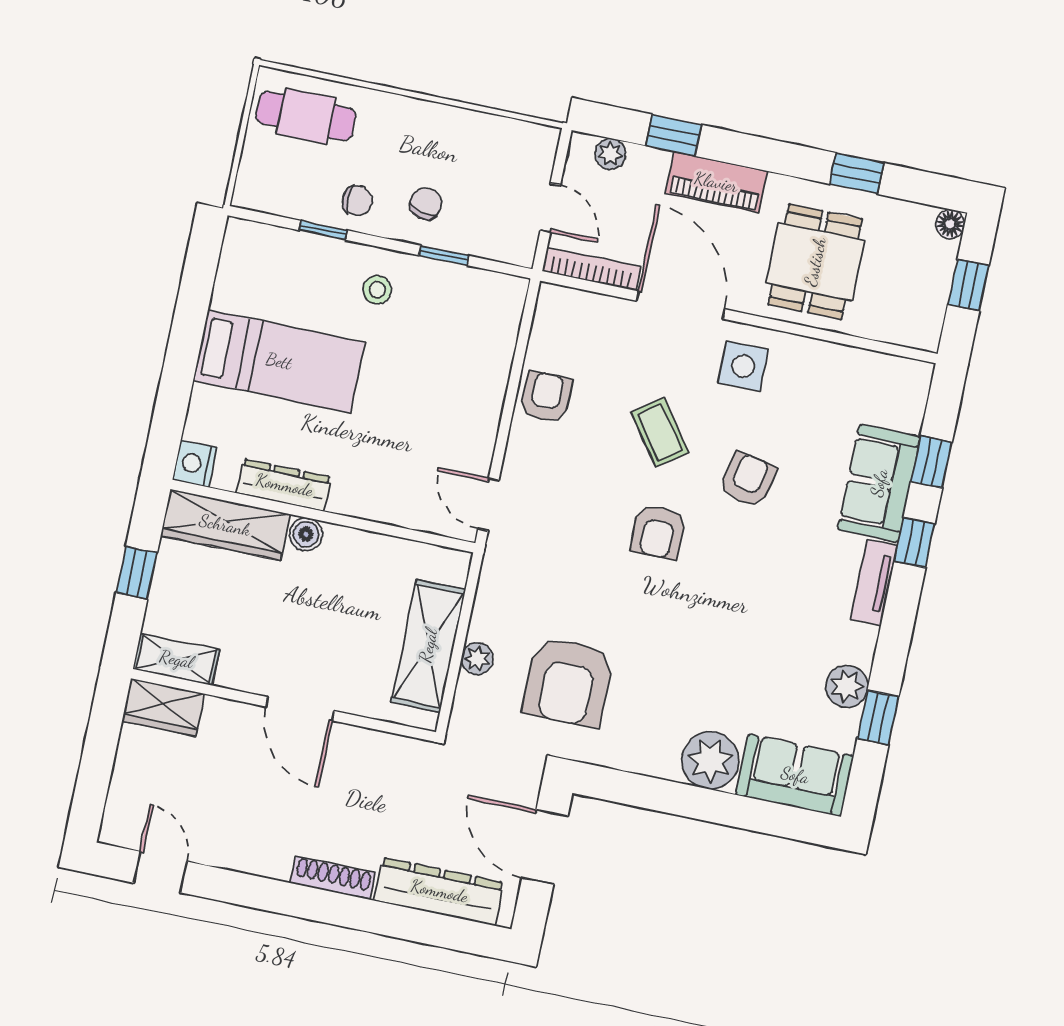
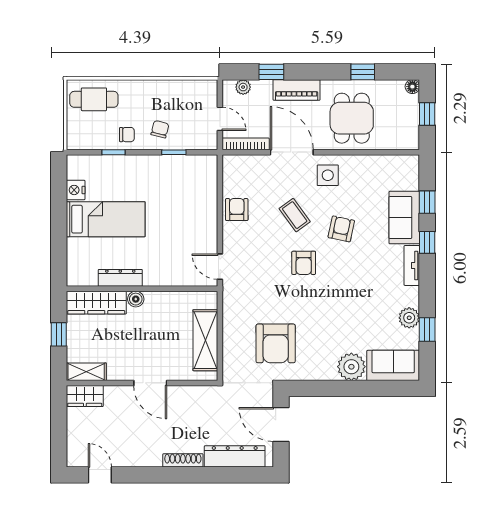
stool: (377, 290) -> (145, 175), removed
nightstand: (195, 464) -> (76, 190), moved
plant: (477, 659) -> (230, 341), removed

